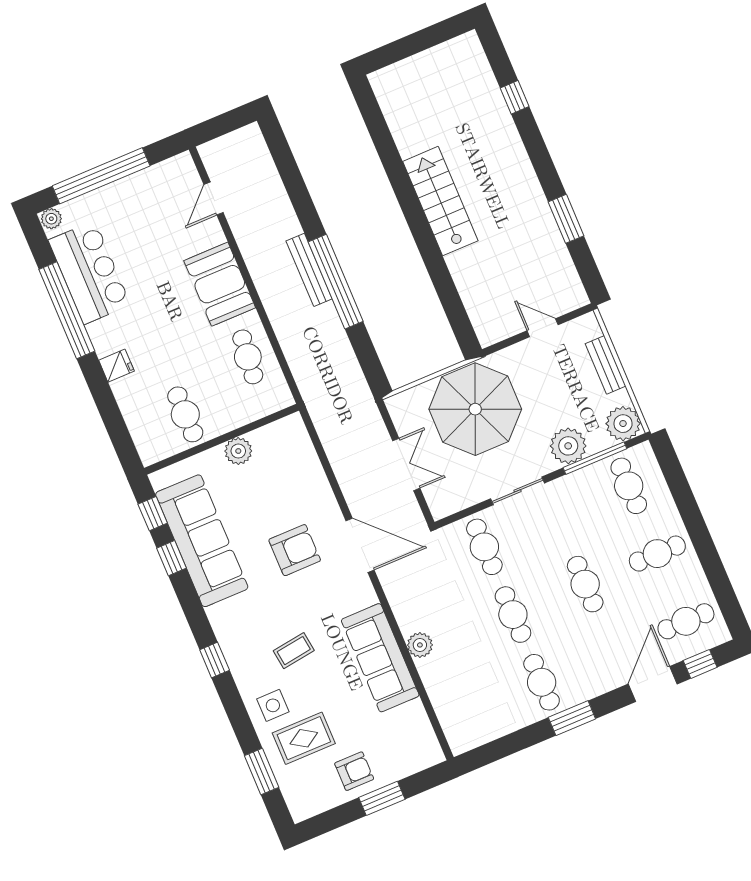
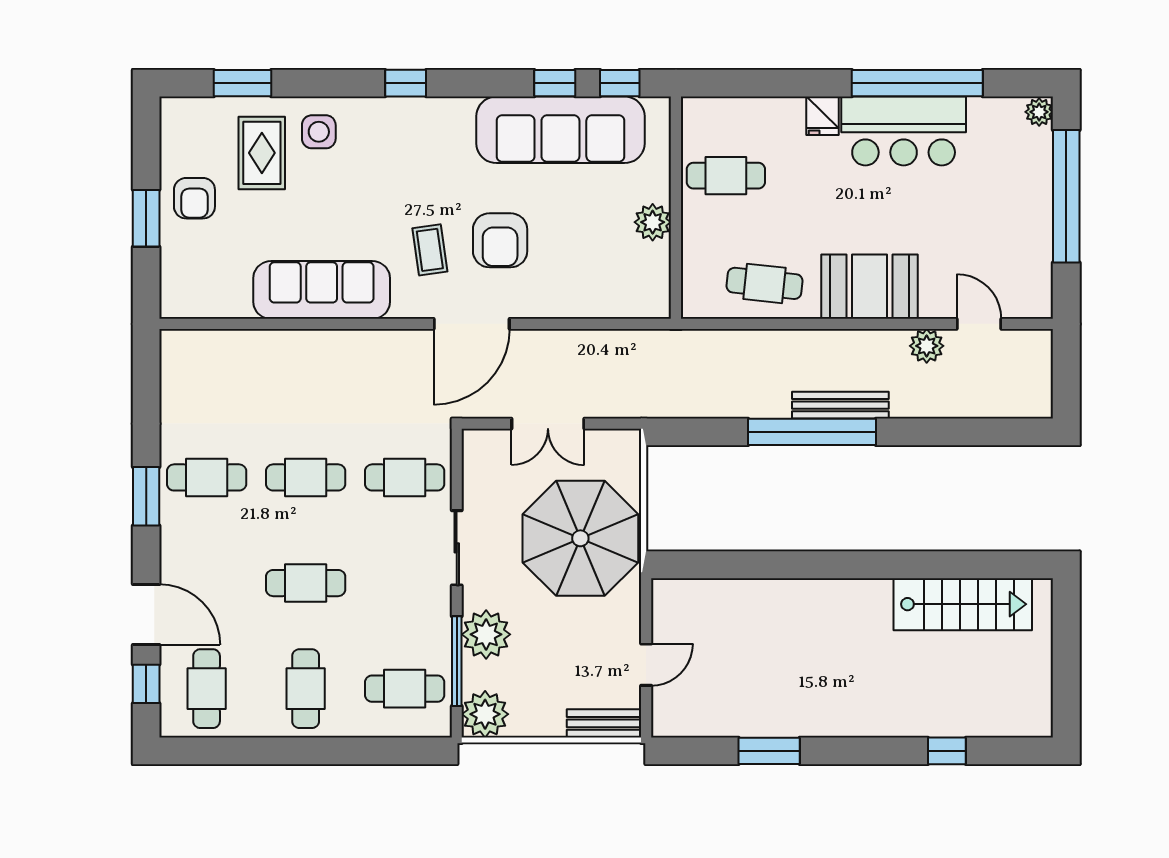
stairs: (440, 201) -> (963, 604), moved
bar counter: (89, 273) -> (904, 131), moved
bench: (606, 365) -> (604, 723), moved
plant: (420, 645) -> (927, 346), moved
coffee table: (294, 651) -> (430, 250), moved

